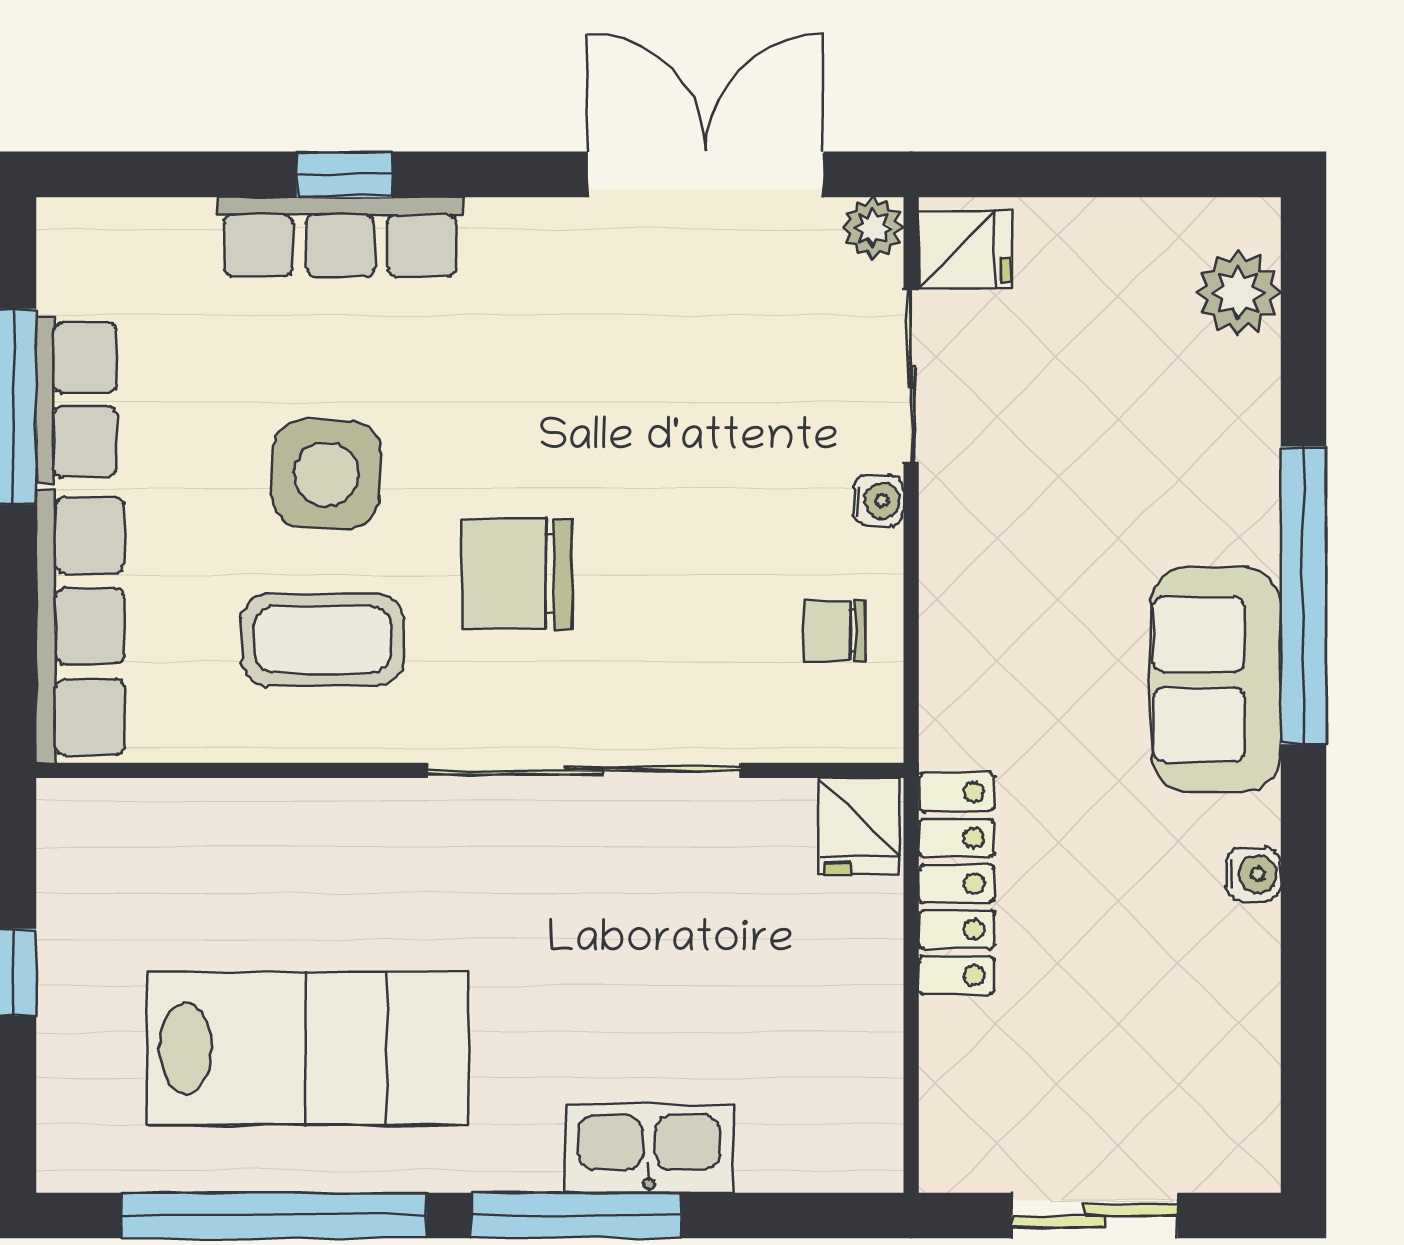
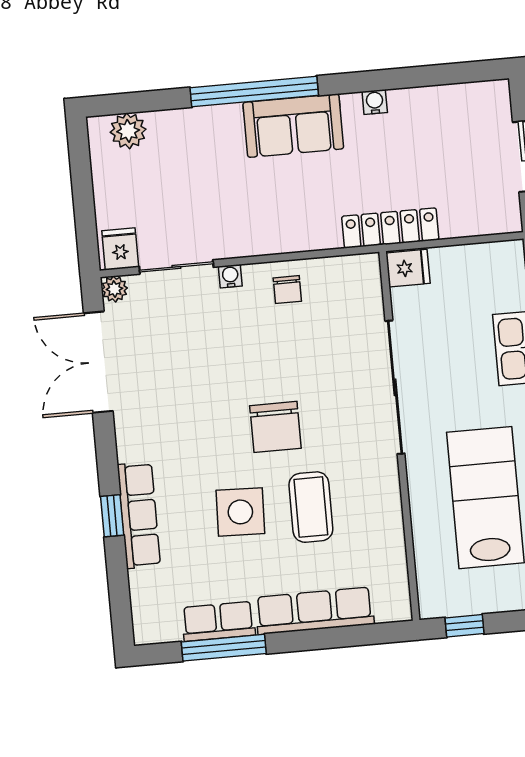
wall: (470, 770) -> (399, 436), moved
sliding door: (584, 770) -> (395, 387), moved
fridge: (859, 826) -> (408, 268), moved

